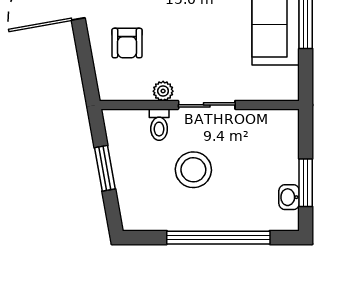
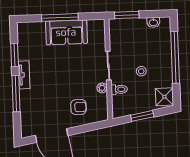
stool: (193, 170) -> (141, 71), width x0.53, depth x0.53
window: (306, 183) -> (127, 15), moved
shower: (141, 214) -> (164, 97), added

